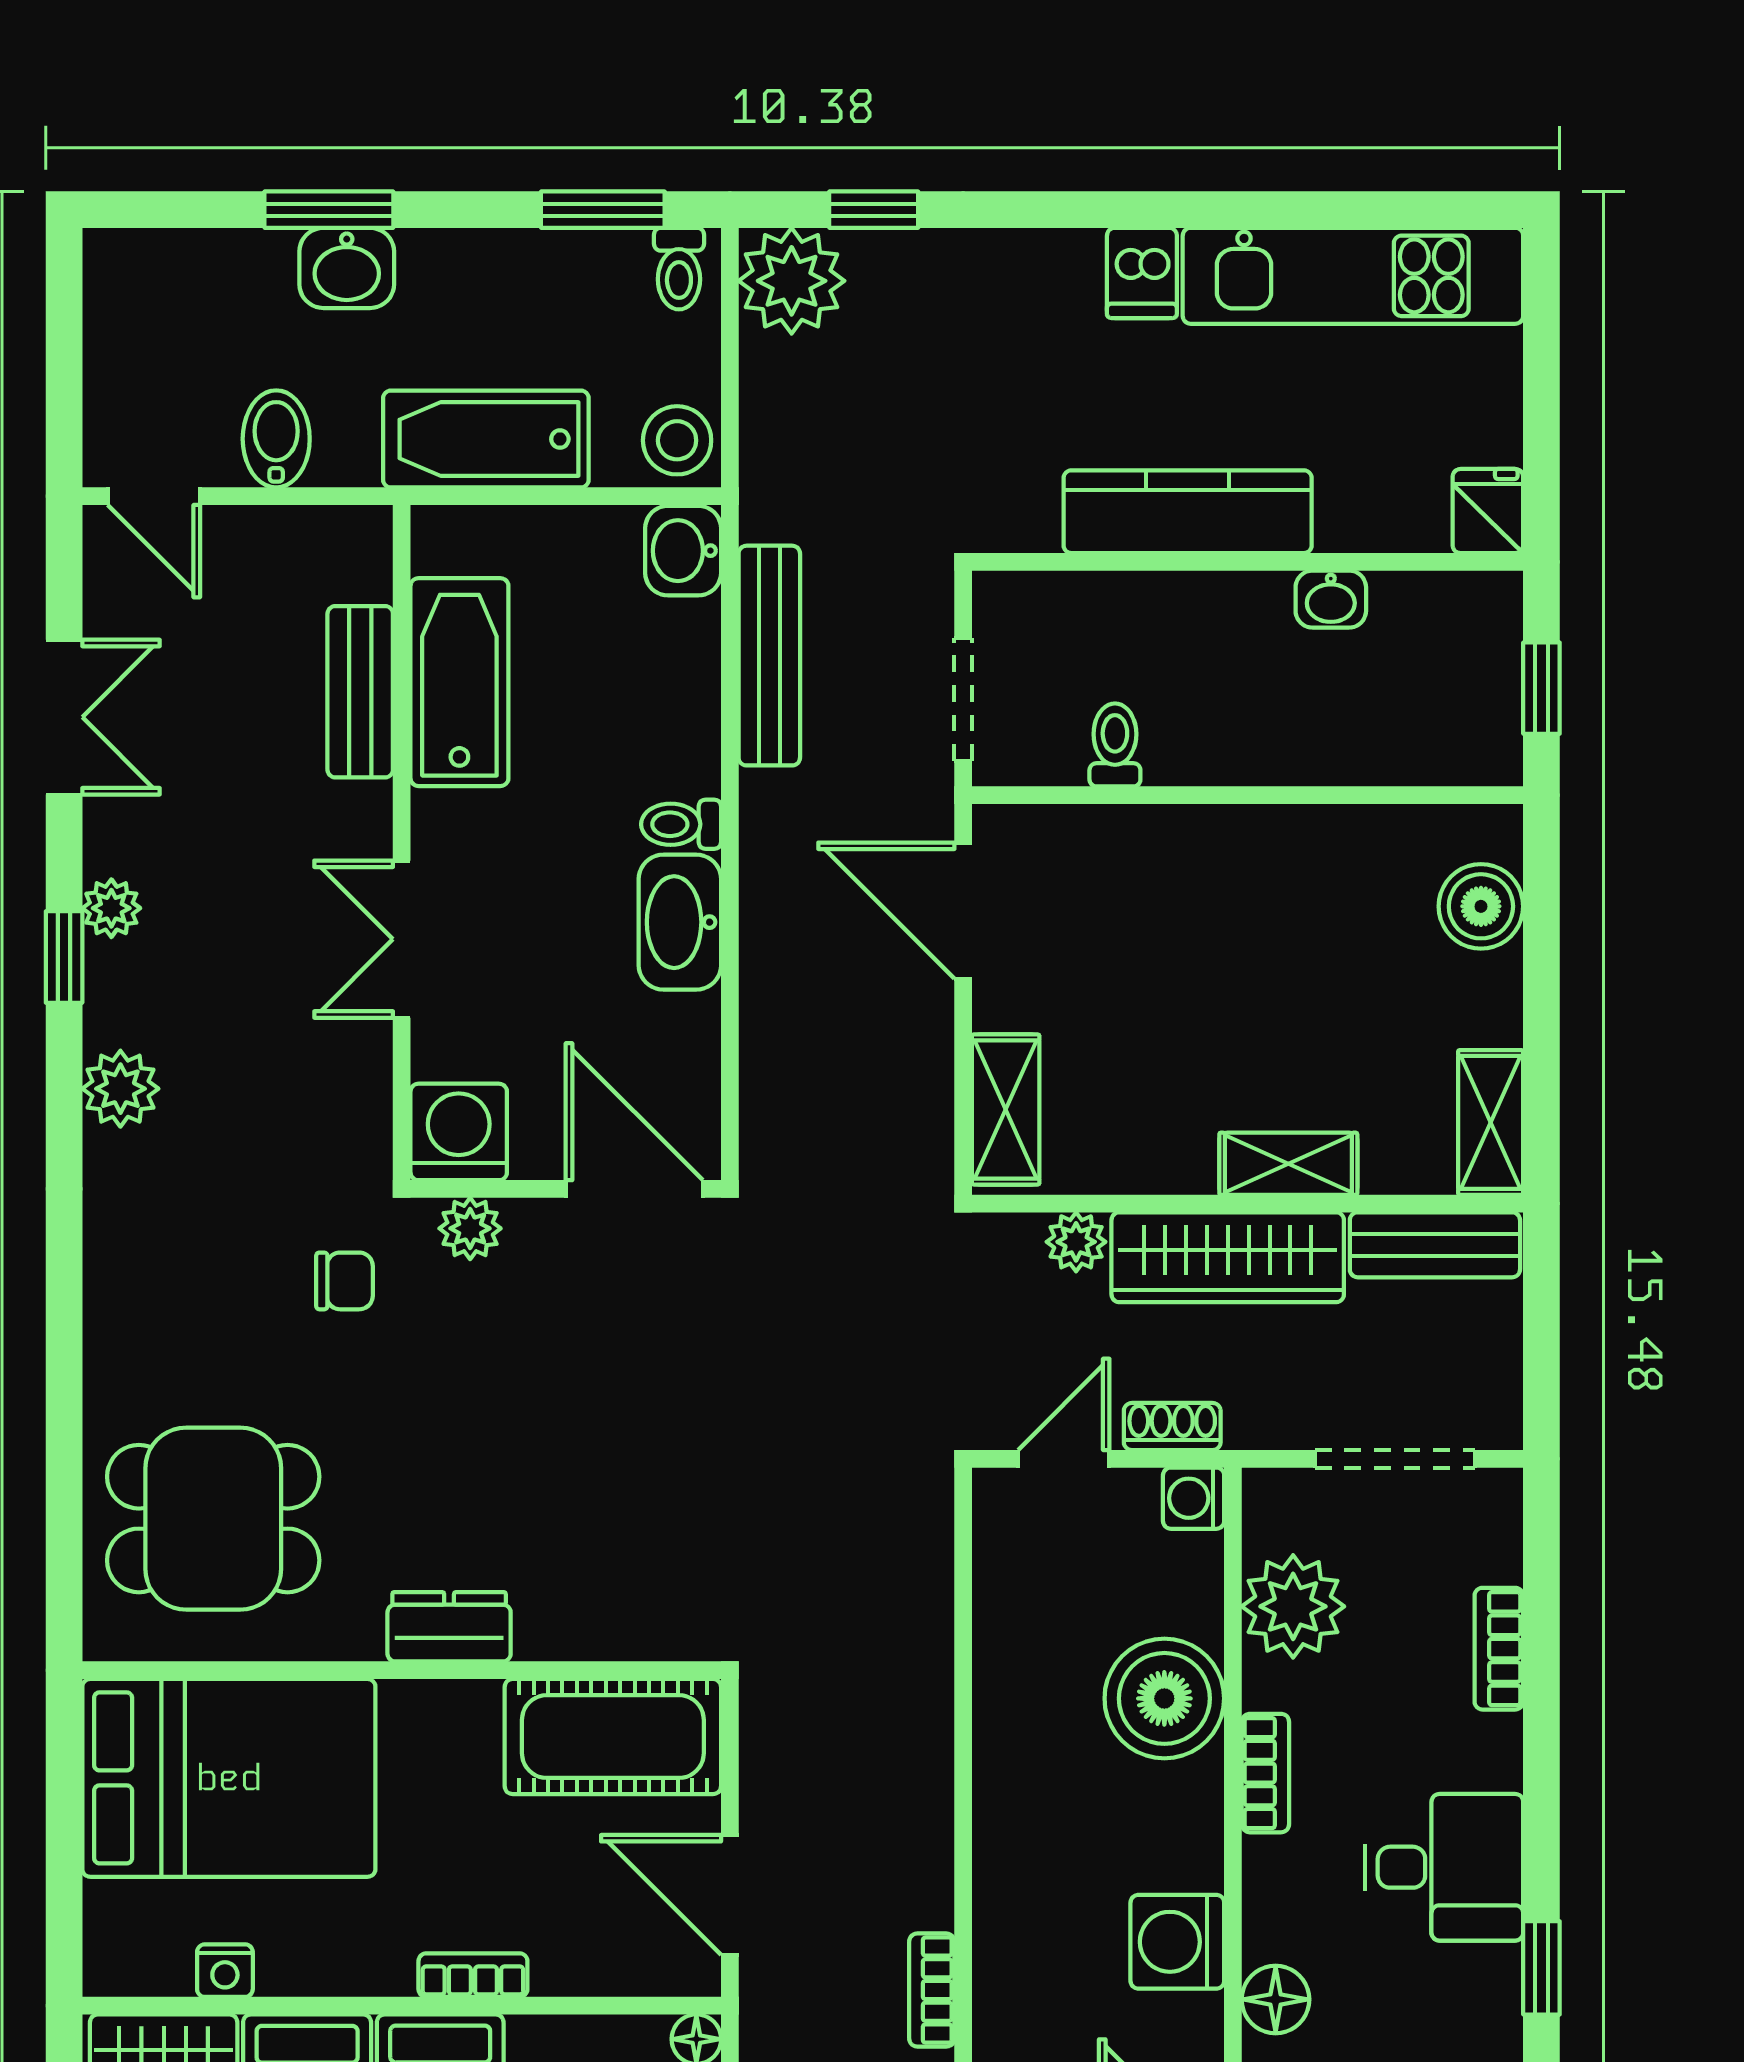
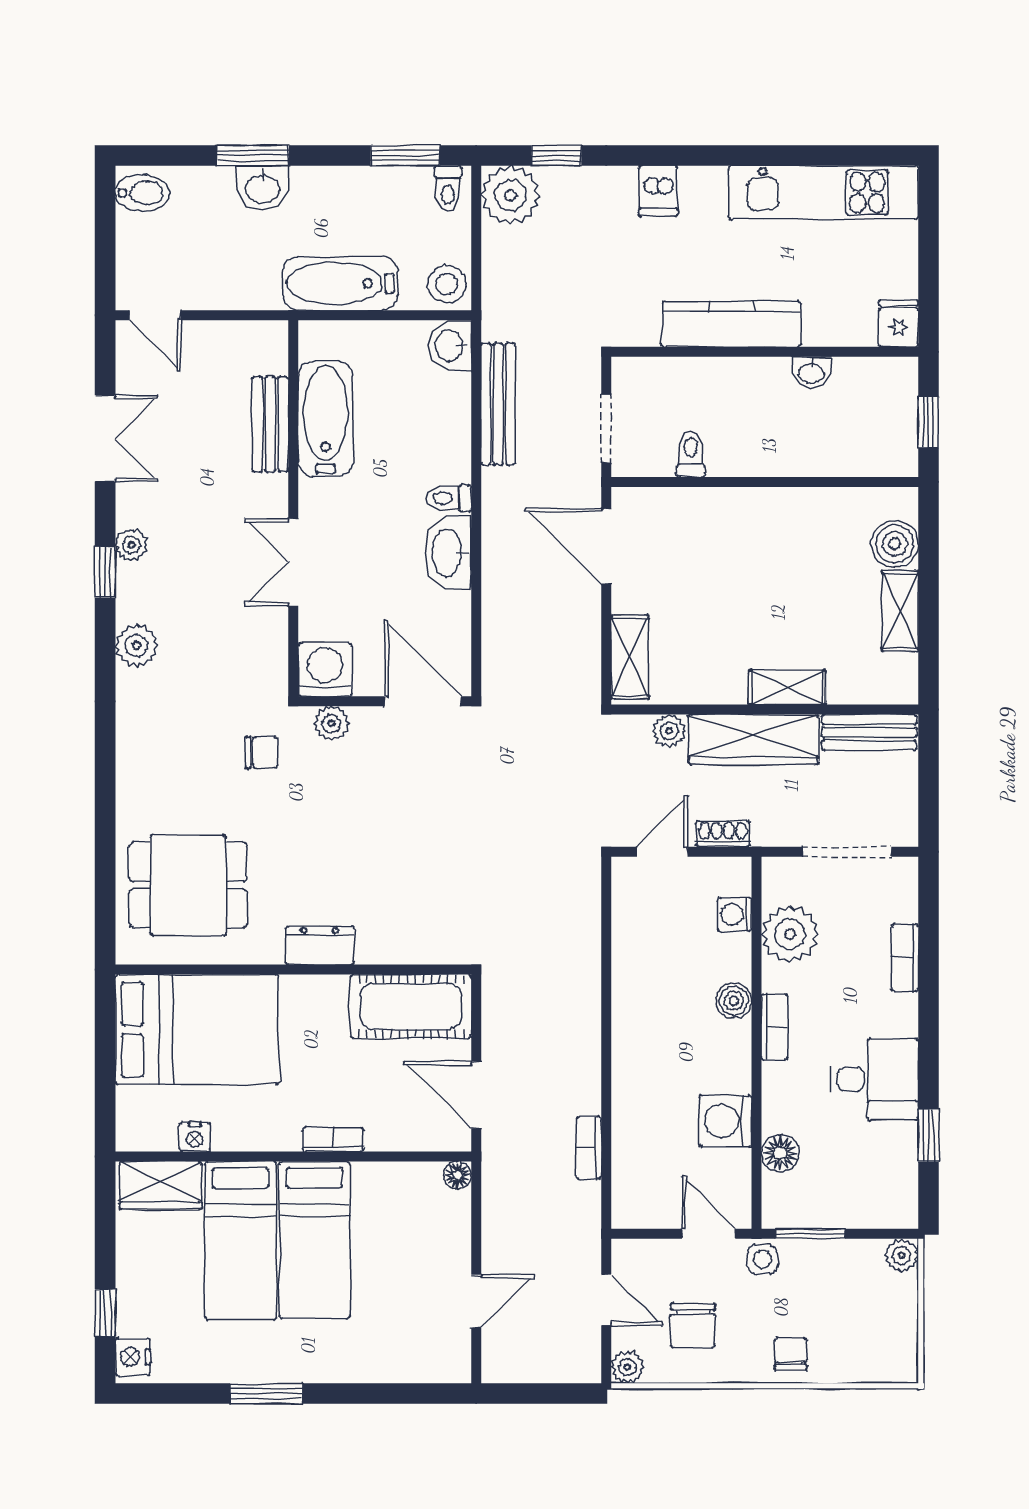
dishwasher: (1142, 273) -> (658, 191), moved
bidet: (276, 439) -> (142, 193), moved, turned 90
shelving: (1491, 1122) -> (900, 611), moved
washing machine: (1194, 1498) -> (735, 915), moved
boiler: (1164, 1698) -> (734, 1001), width x0.54, depth x0.54

